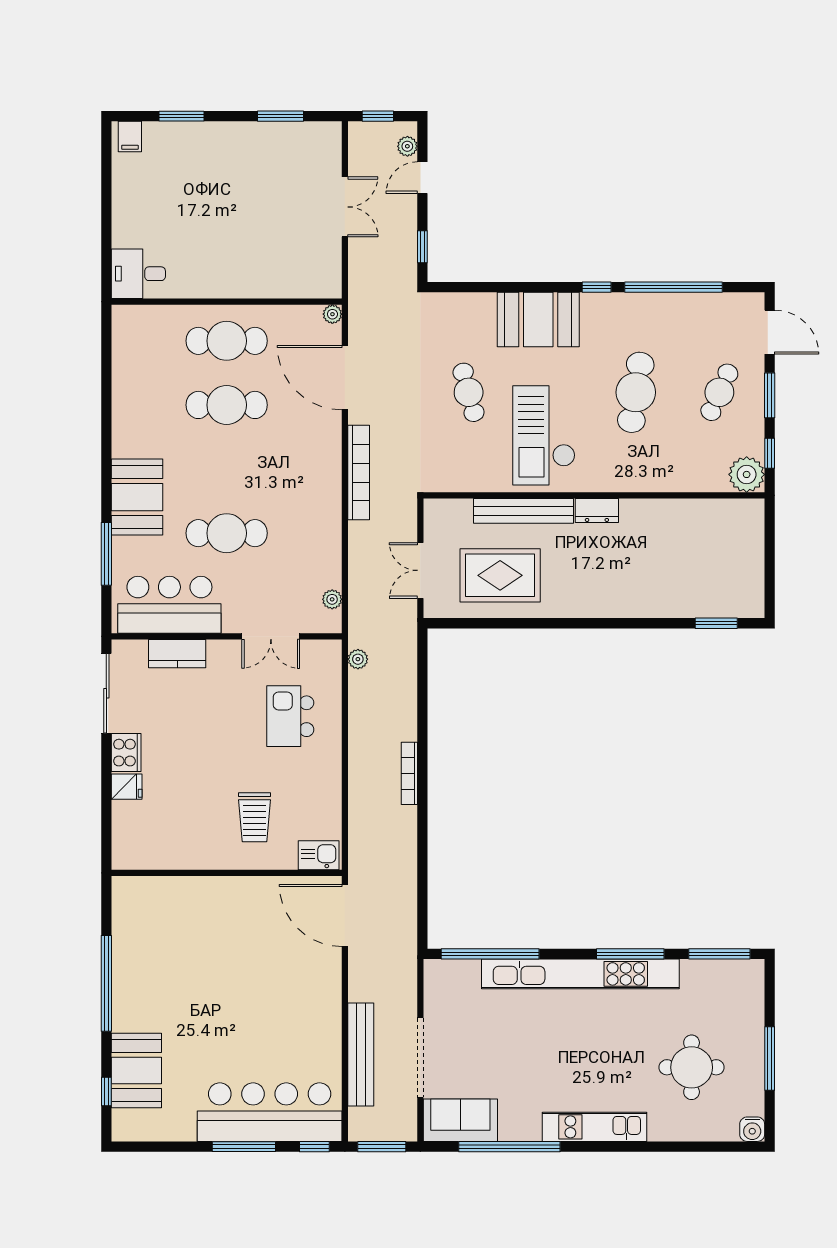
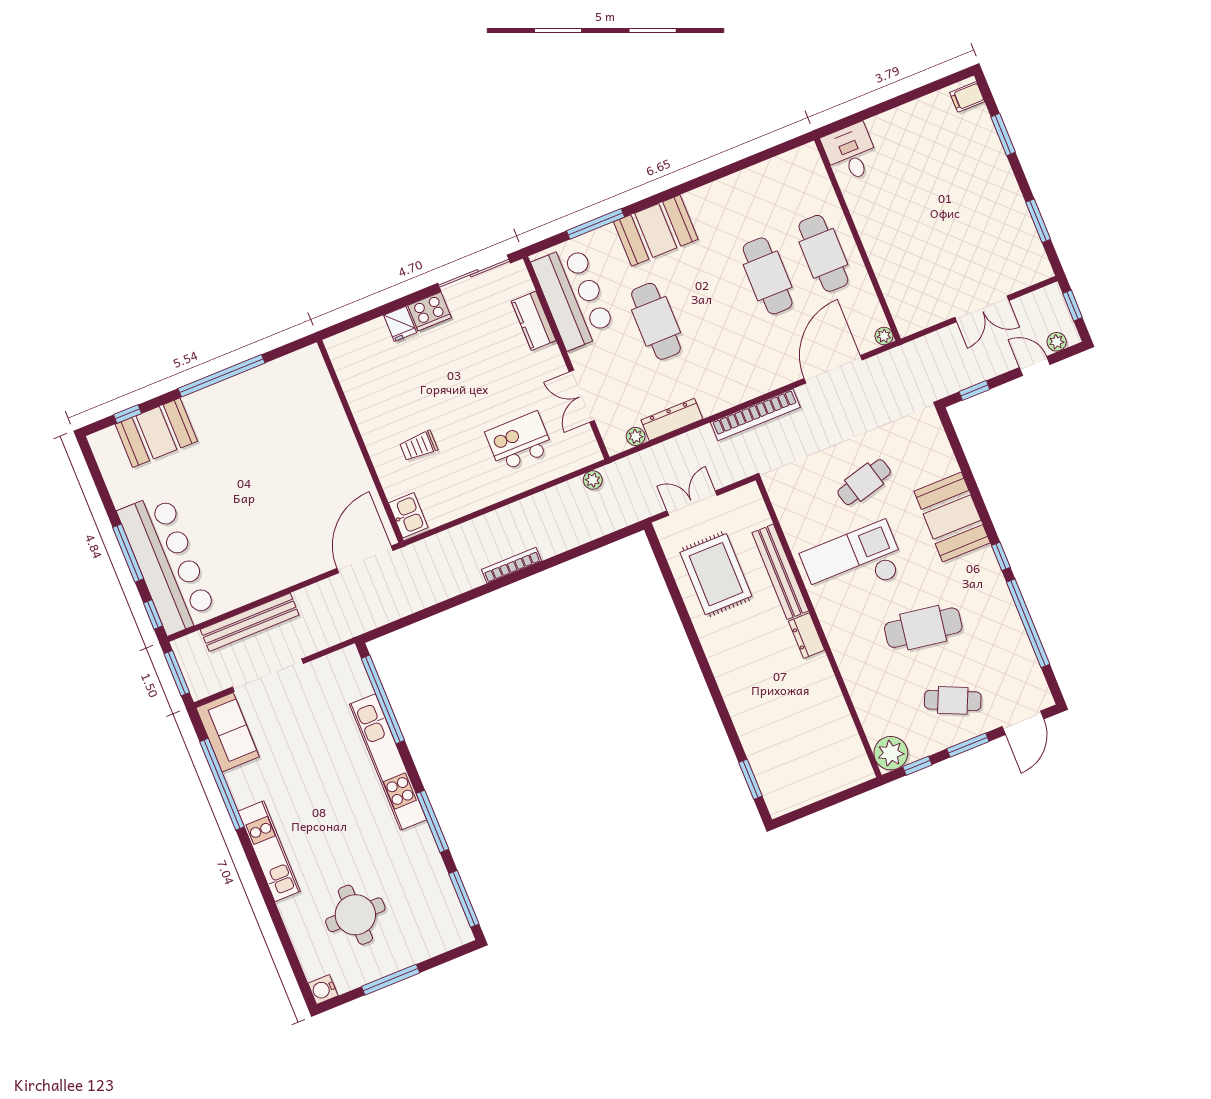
dresser: (330, 557) -> (672, 419), added
trolley: (255, 817) -> (419, 446), width x0.73, depth x0.72
kitchen unit: (580, 974) -> (388, 762), width x0.73

